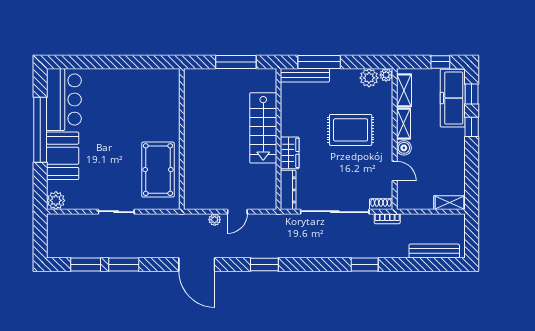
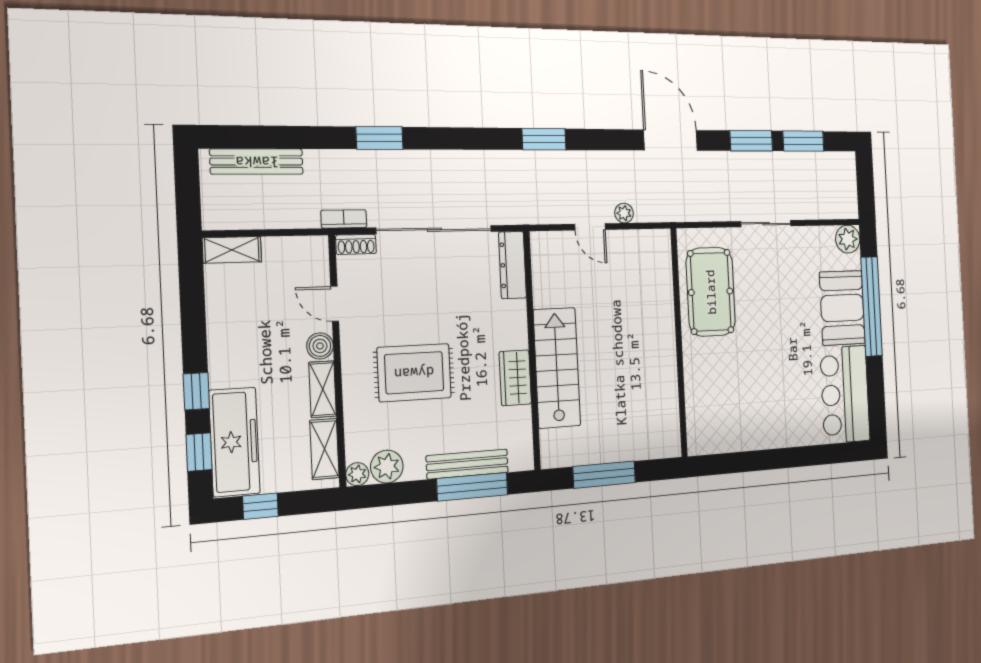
bench: (305, 75) -> (467, 464), moved
window: (40, 130) -> (872, 306), moved
wardrobe: (290, 153) -> (515, 378), moved
door: (237, 212) -> (590, 227), swing flipped
door: (197, 264) -> (671, 140), moved

